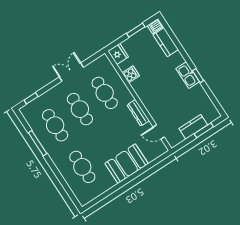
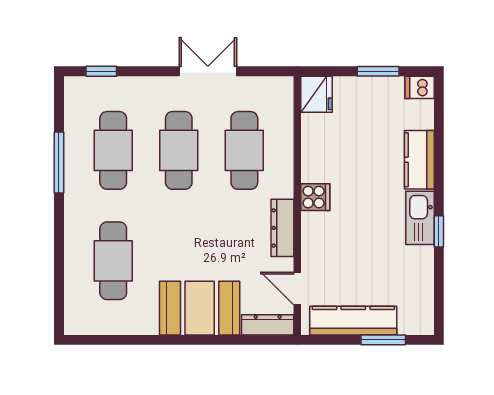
kitchen counter: (166, 42) -> (419, 160), moved
cooker: (131, 74) -> (315, 197), moved
kitchen counter: (193, 127) -> (353, 321), width x1.50
dresser: (156, 153) -> (268, 325), added

